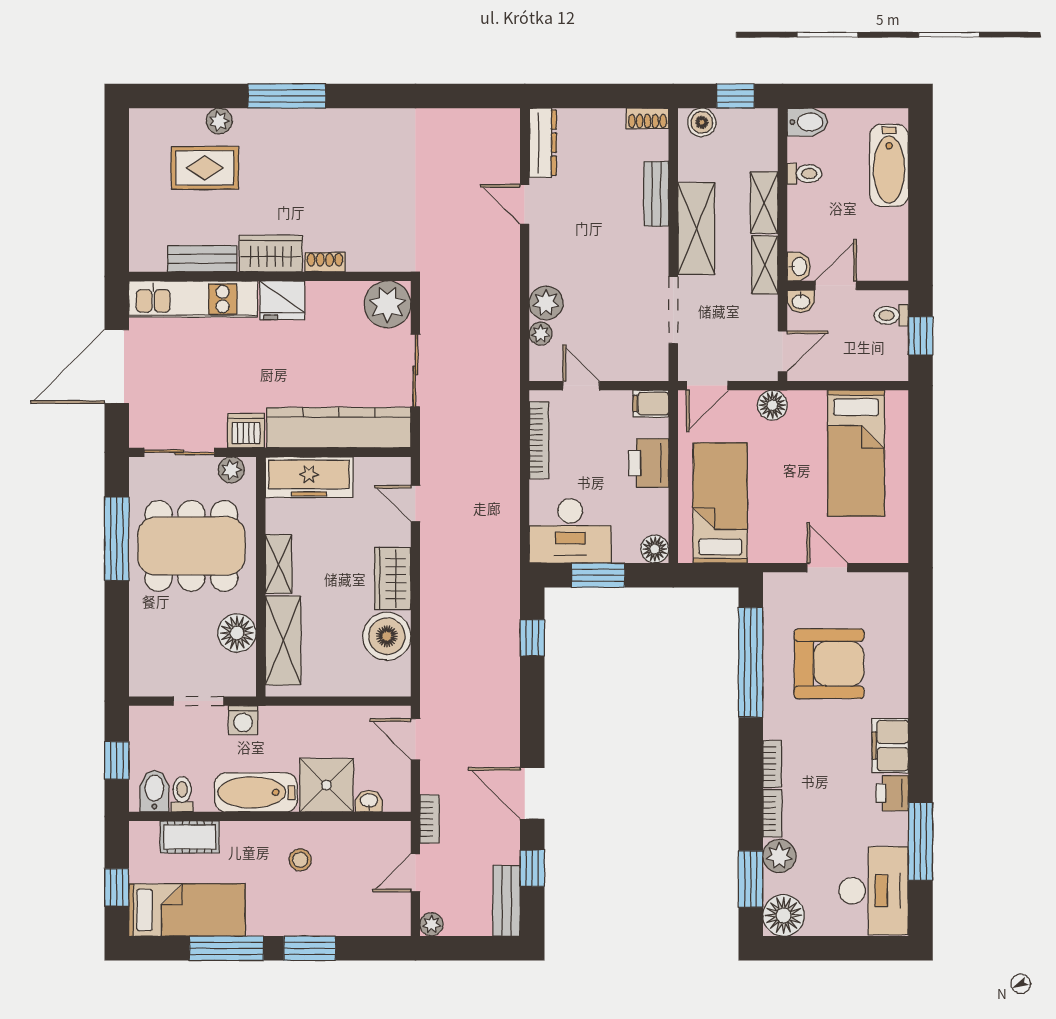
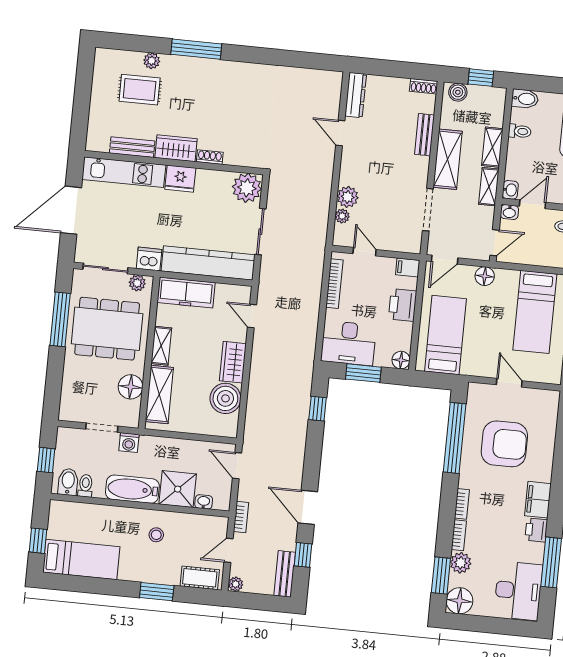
cot: (190, 837) -> (200, 578), moved
window: (226, 948) -> (104, 586), removed

